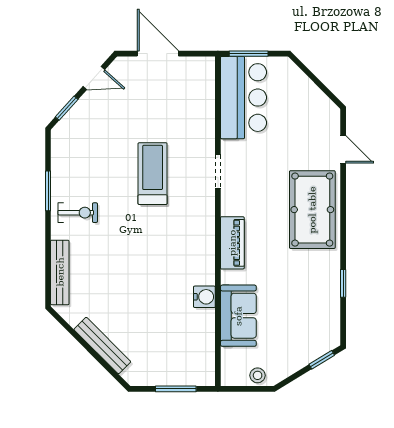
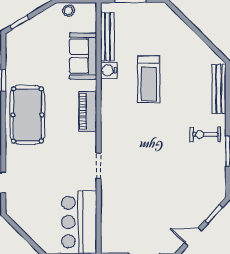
treadmill: (153, 174) -> (149, 79), moved
pool table: (312, 210) -> (27, 115), moved
bench: (102, 346) -> (107, 37), moved, turned 45

